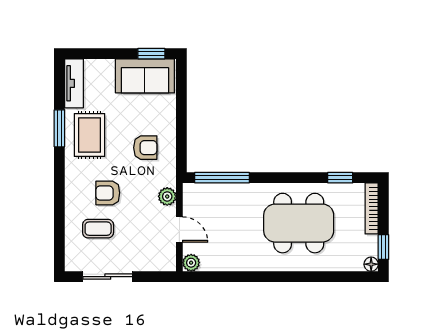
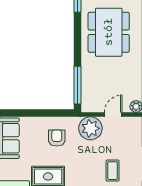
armchair: (108, 193) -> (88, 164), removed
plant: (167, 196) -> (90, 128), width x1.87, depth x1.87

